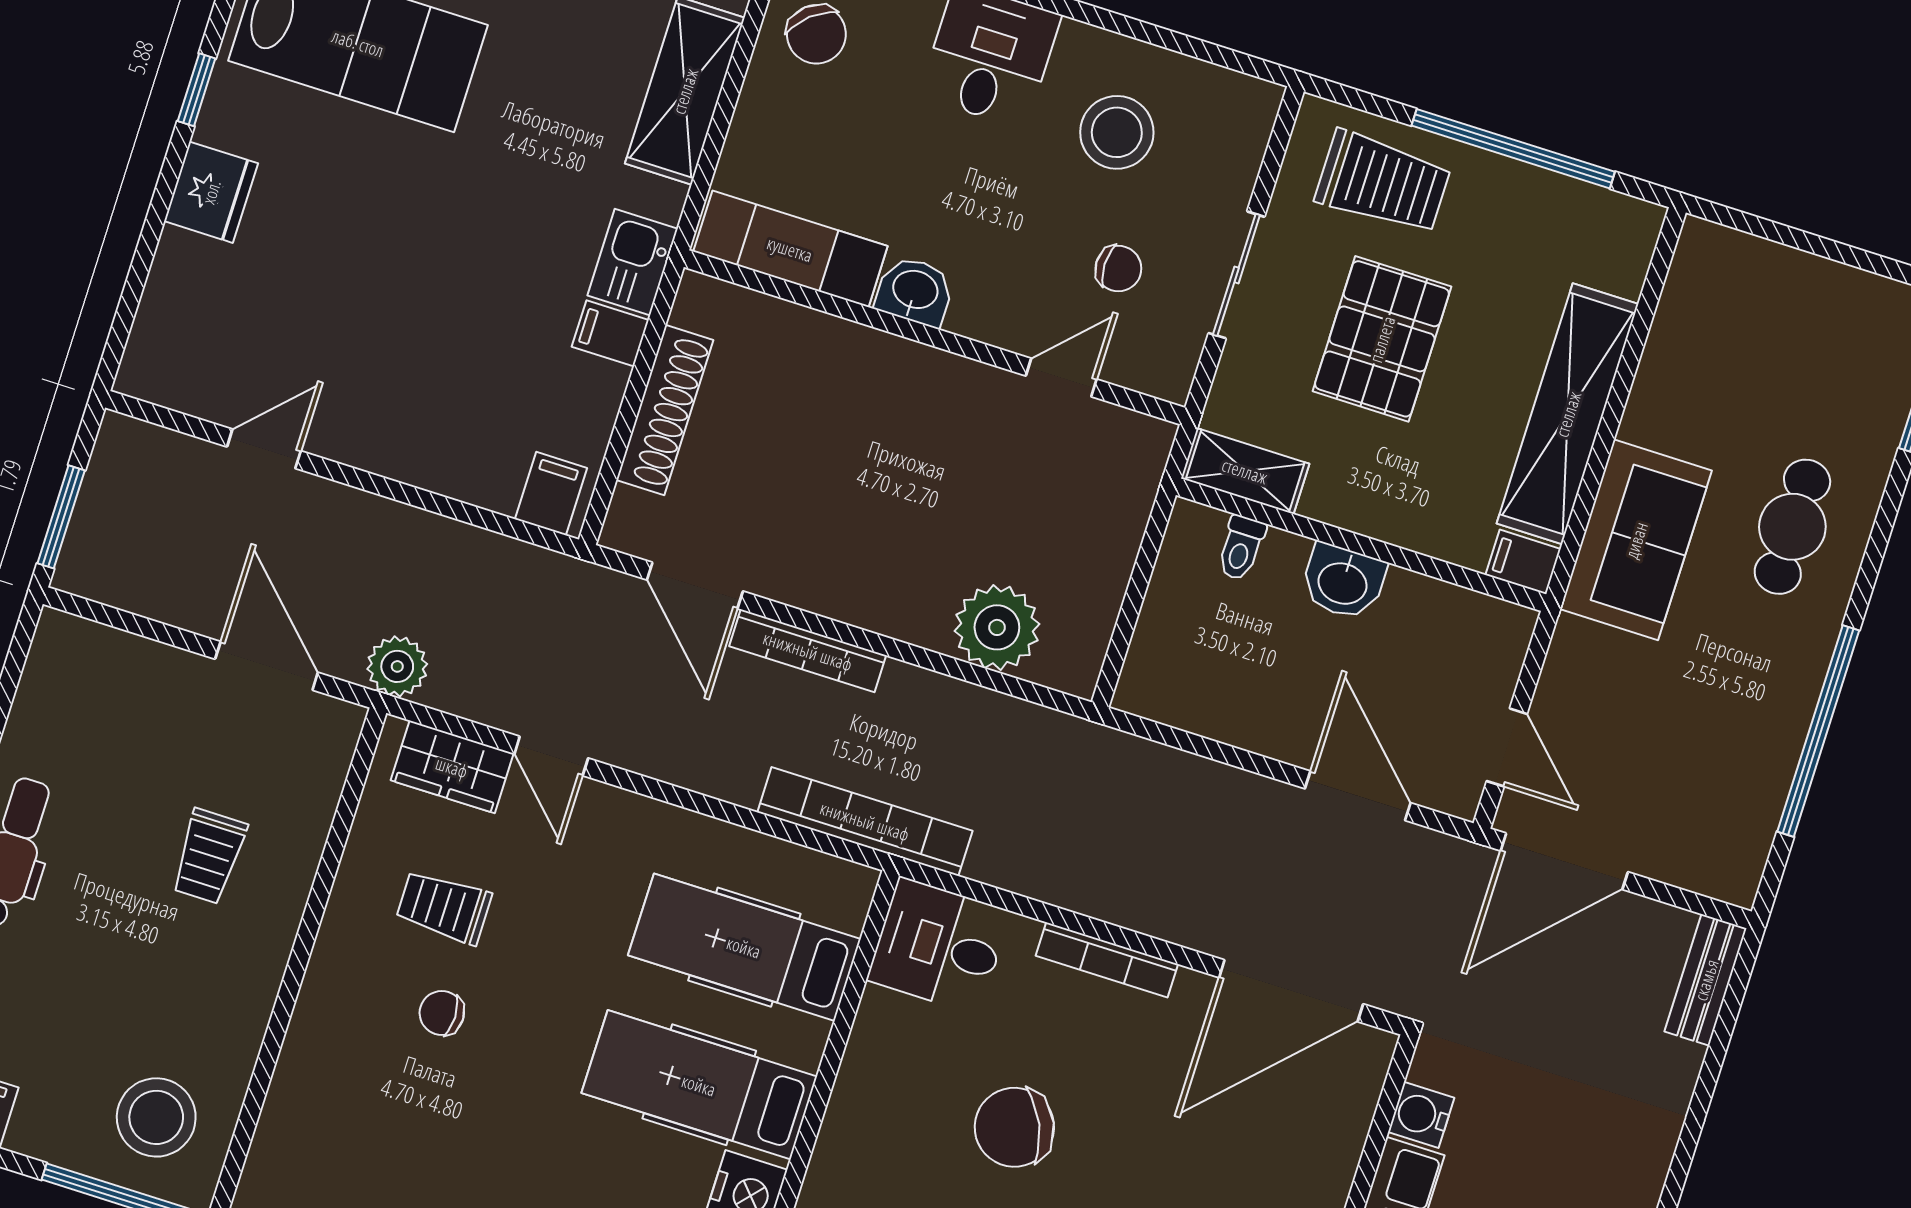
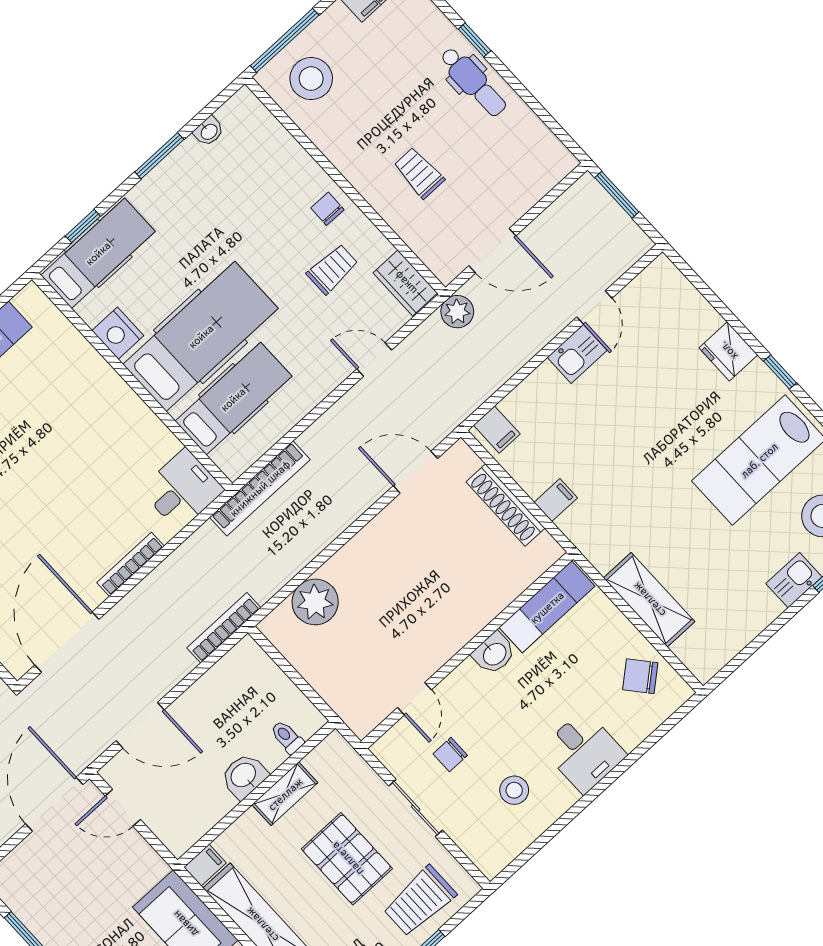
stool: (1117, 132) -> (514, 790), width x0.73, depth x0.73
kitchen sink: (633, 262) -> (577, 354), moved, turned 90
shelving: (1245, 471) -> (285, 794), moved
bookcase: (808, 651) -> (224, 628), moved
wardrobe: (452, 767) -> (405, 283), moved, turned -90
chair: (442, 1013) -> (327, 209), moved, turned -89
hospital bed: (699, 1085) -> (201, 336), width x1.37, depth x1.29
chair: (1014, 1127) -> (77, 476), removed

